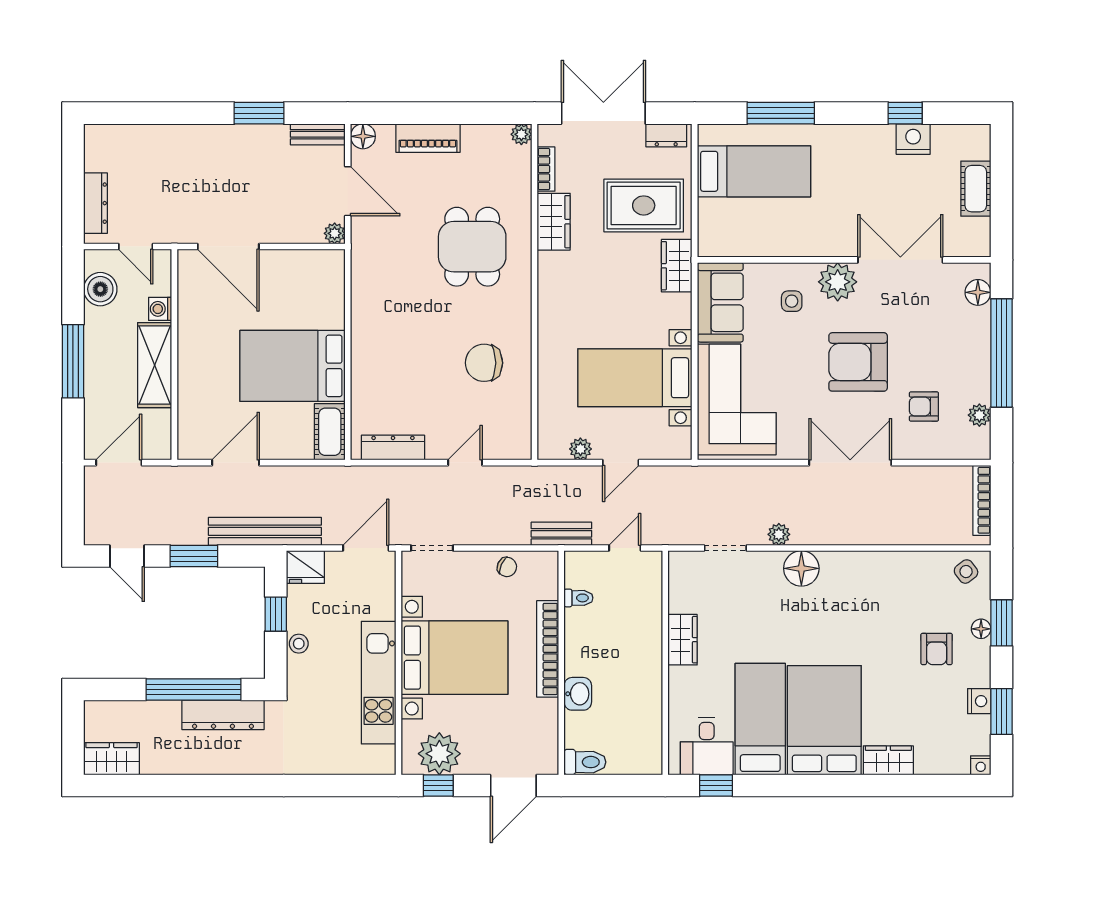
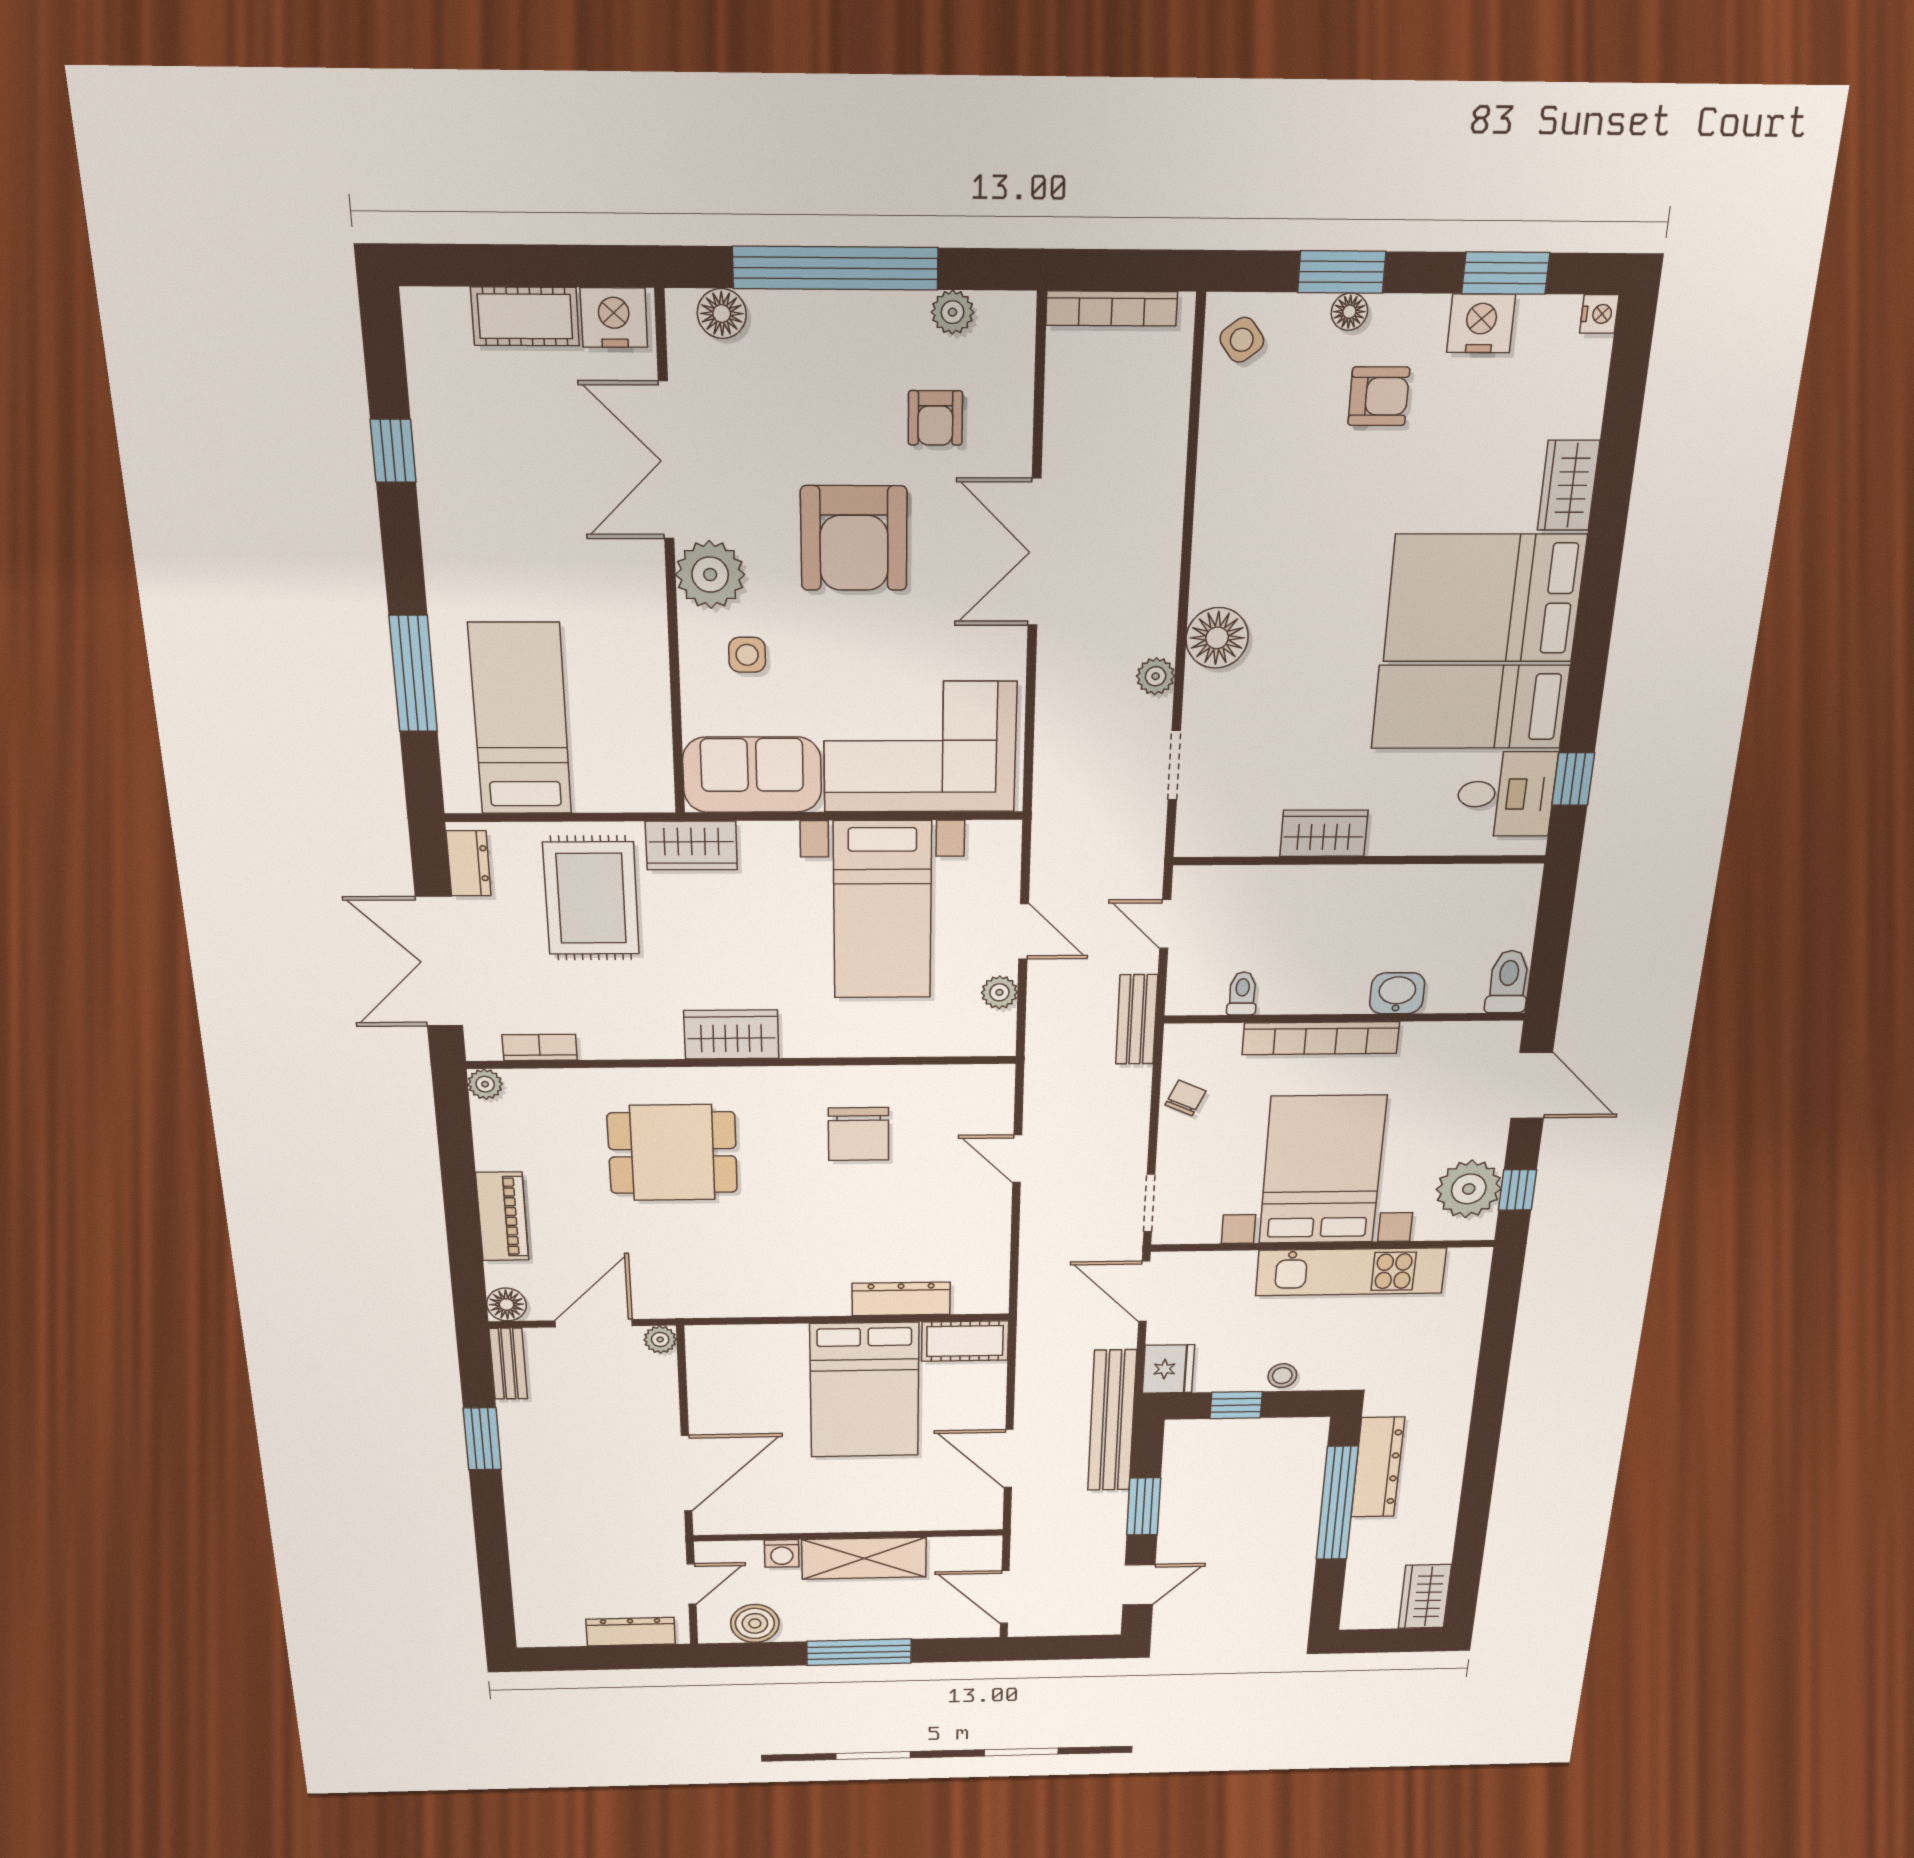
nightstand: (913, 139) -> (614, 318), moved, turned 90
wardrobe: (554, 222) -> (731, 1034), moved
dresser: (393, 448) -> (901, 1299), moved, turned 90
nightstand: (979, 701) -> (1481, 323), width x1.36, depth x1.33

